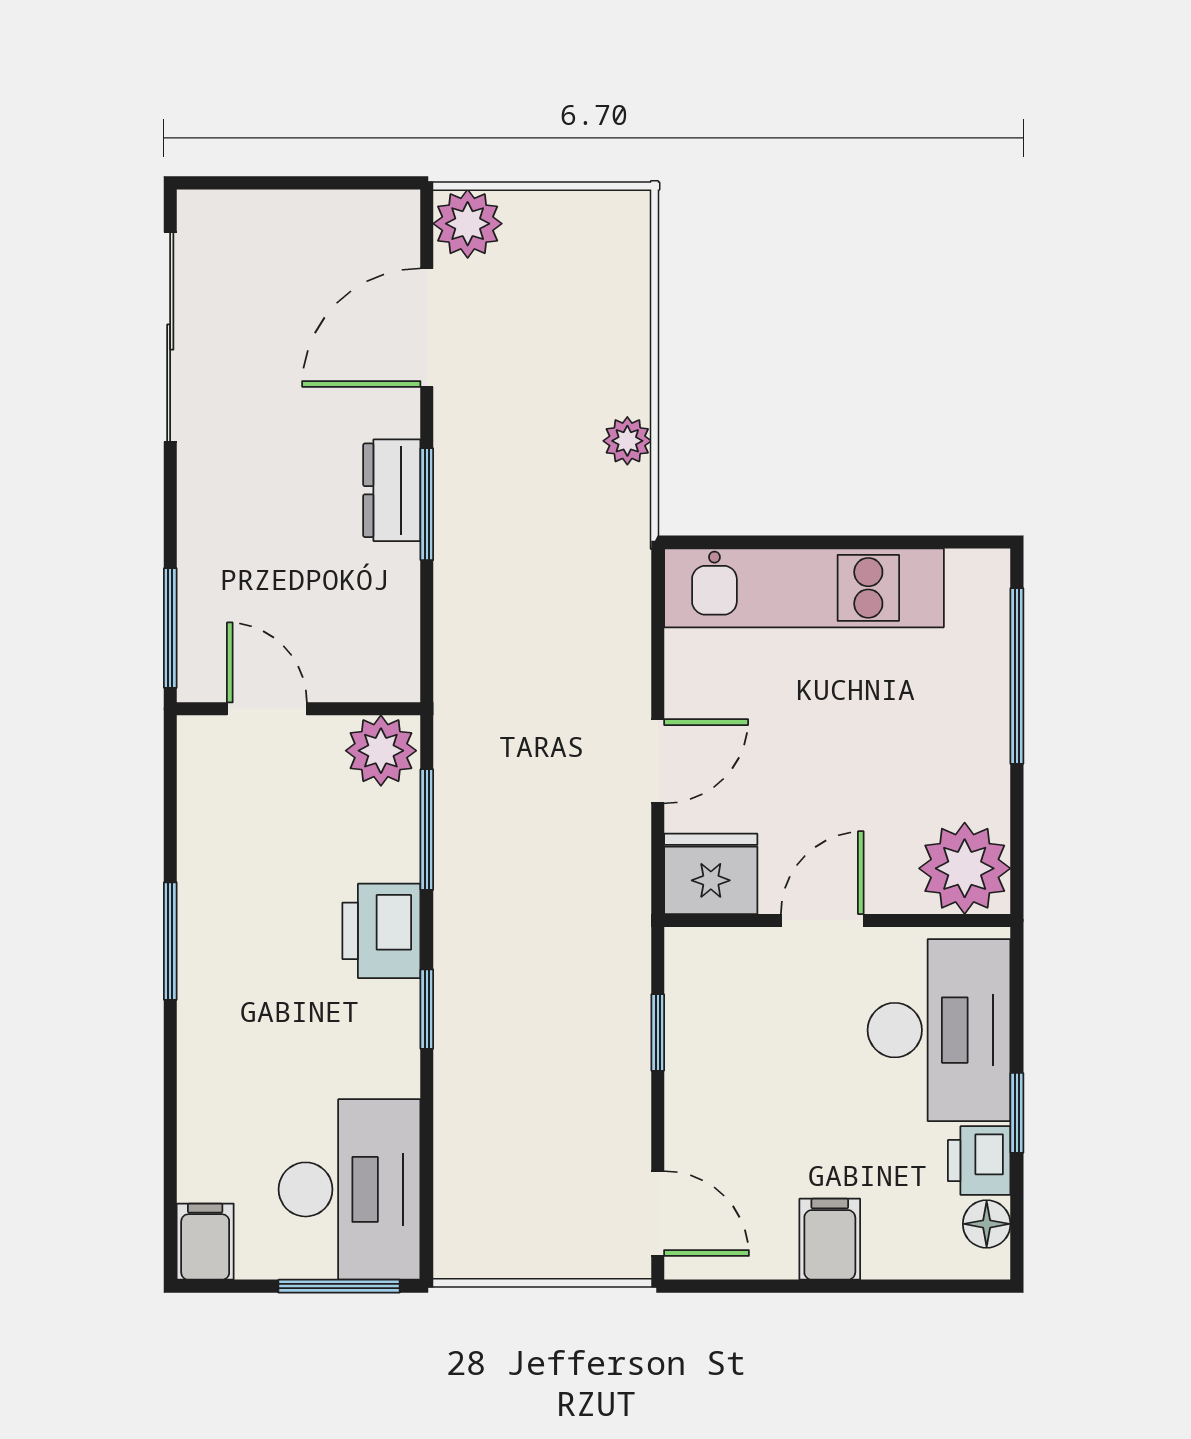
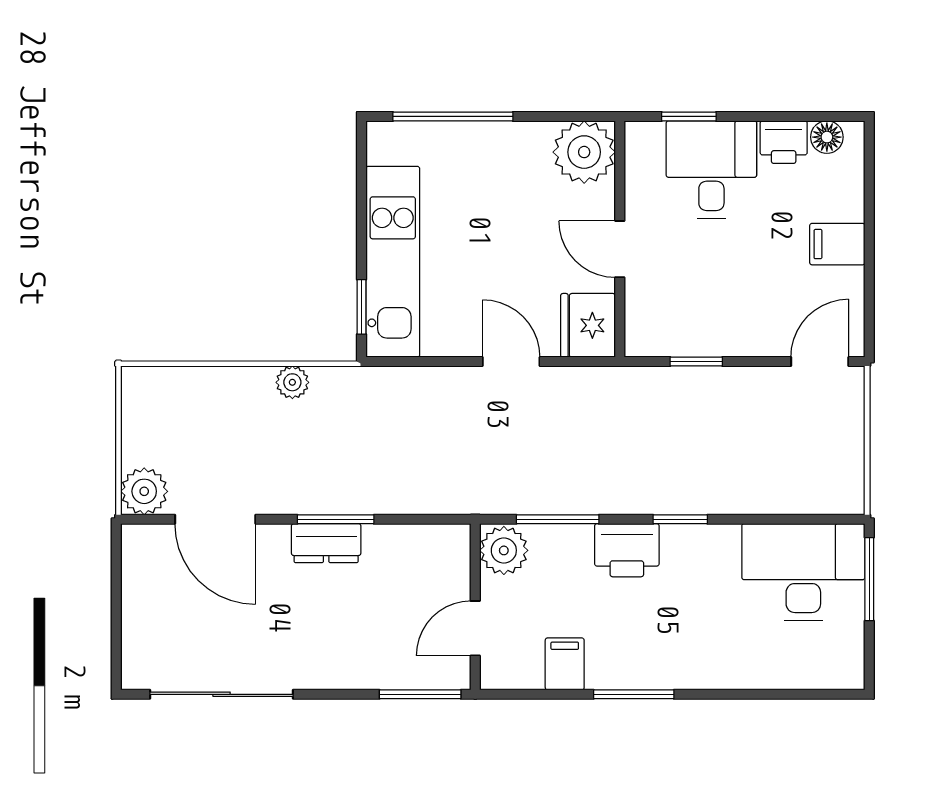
window: (738, 542) -> (361, 307), added
desk: (939, 1030) -> (711, 170), width x0.73
window: (1017, 1113) -> (689, 116), moved
filing cabinet: (205, 1242) -> (565, 664), moved, turned 90

